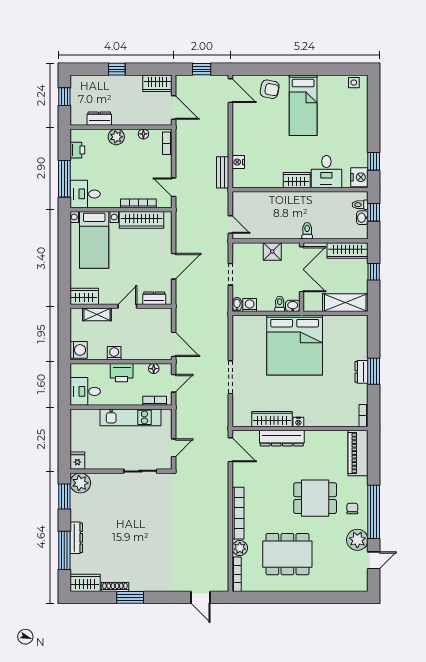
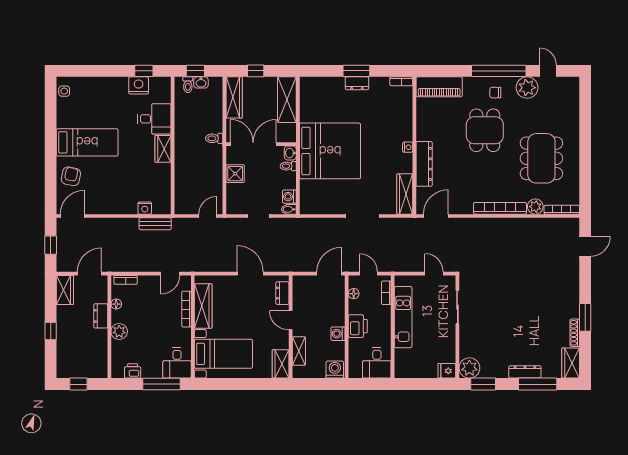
dresser: (99, 119) -> (101, 316), moved
nightstand: (359, 177) -> (139, 85), moved
wardrobe: (272, 419) -> (405, 194), moved

